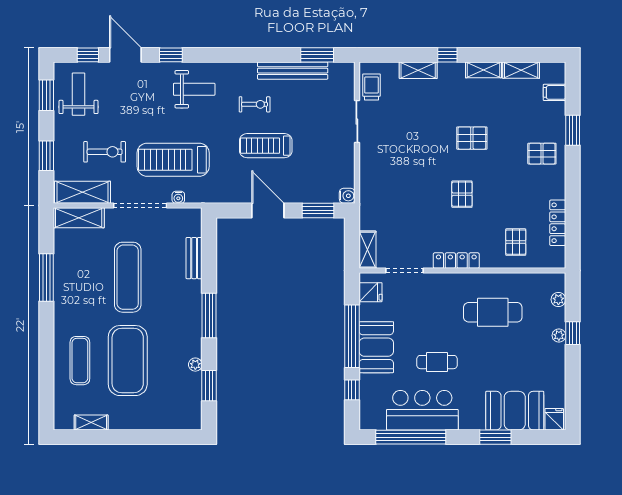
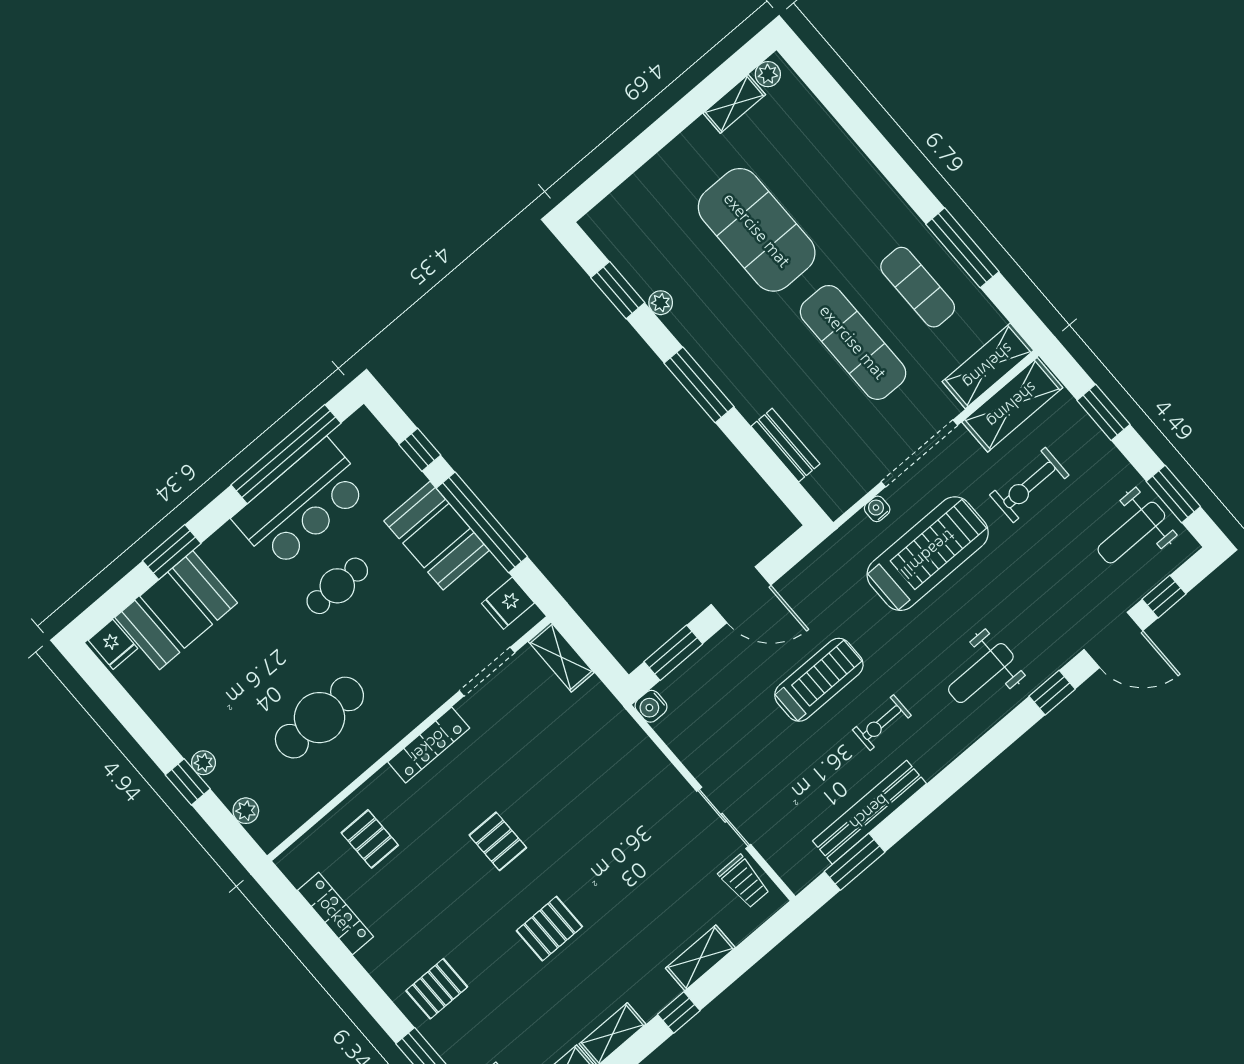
weight bench: (78, 94) -> (1131, 533), turned 90
exercise mat: (80, 361) -> (918, 287), moved
plant: (66, 423) -> (768, 74), added

